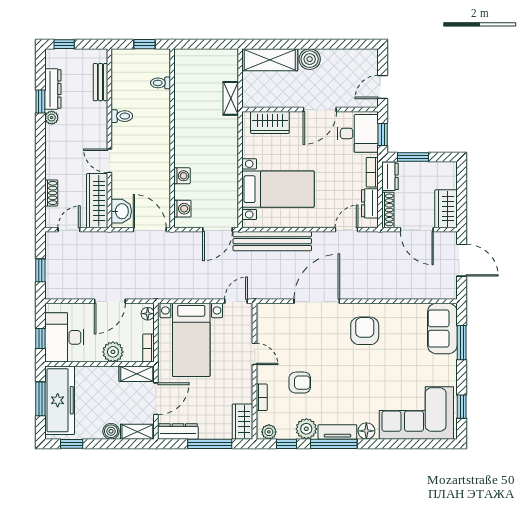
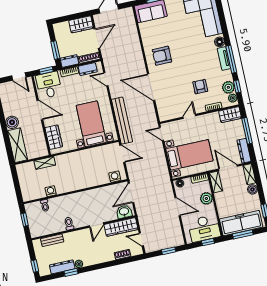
washing machine: (182, 176) -> (51, 191), moved
plant: (306, 429) -> (228, 87), moved

